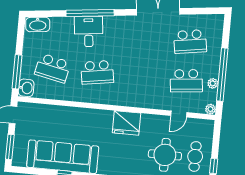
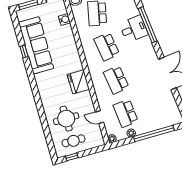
school desk: (190, 42) -> (116, 80), moved
window: (222, 75) -> (154, 134), moved
water cooler: (45, 110) -> (65, 19), added

